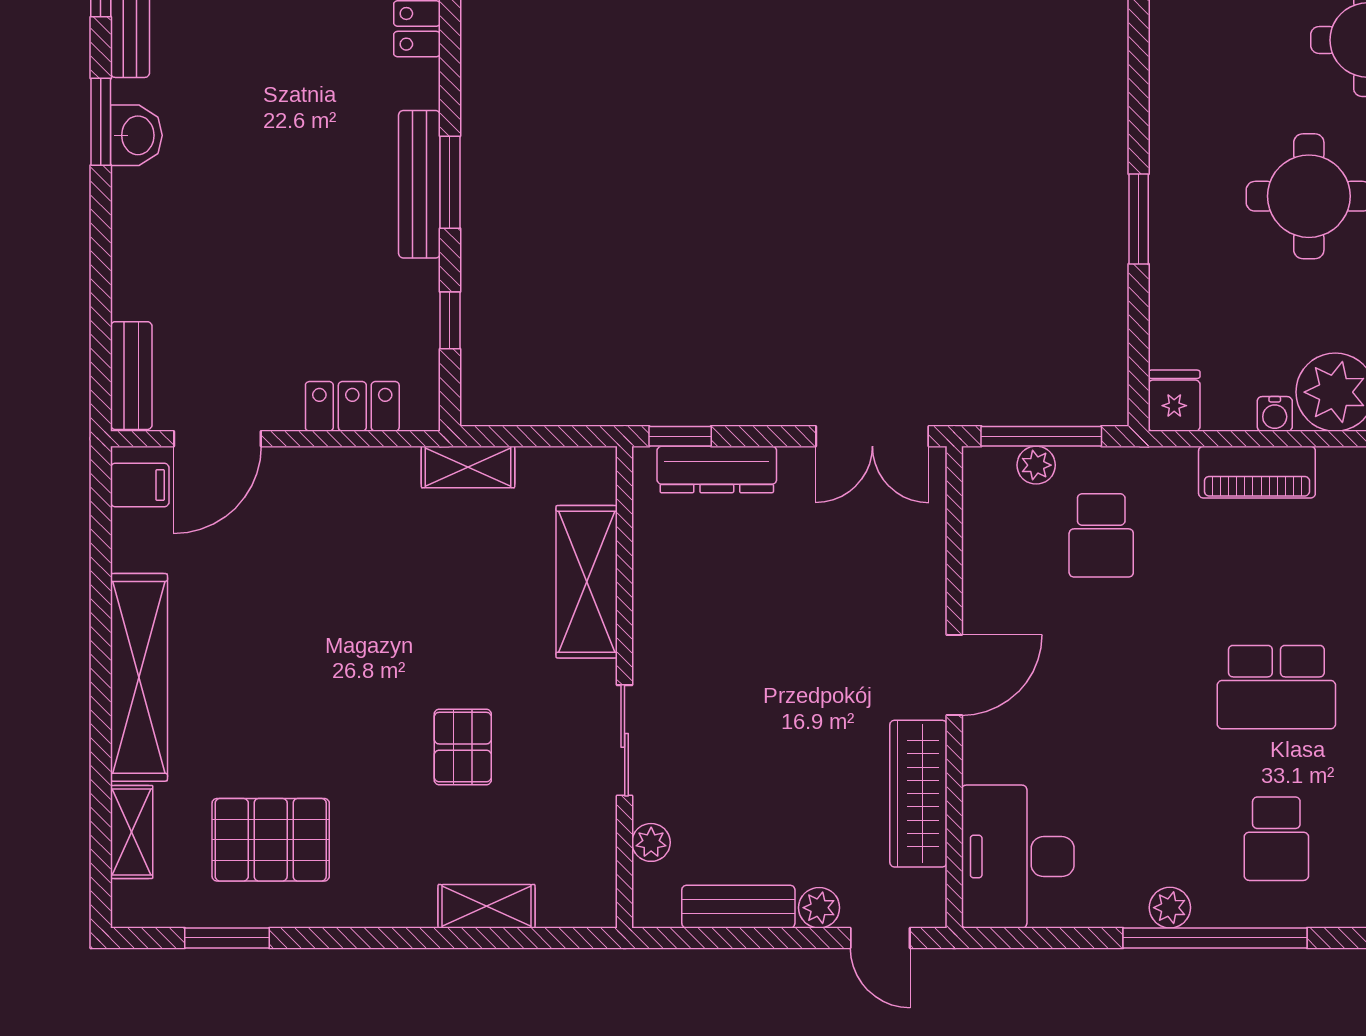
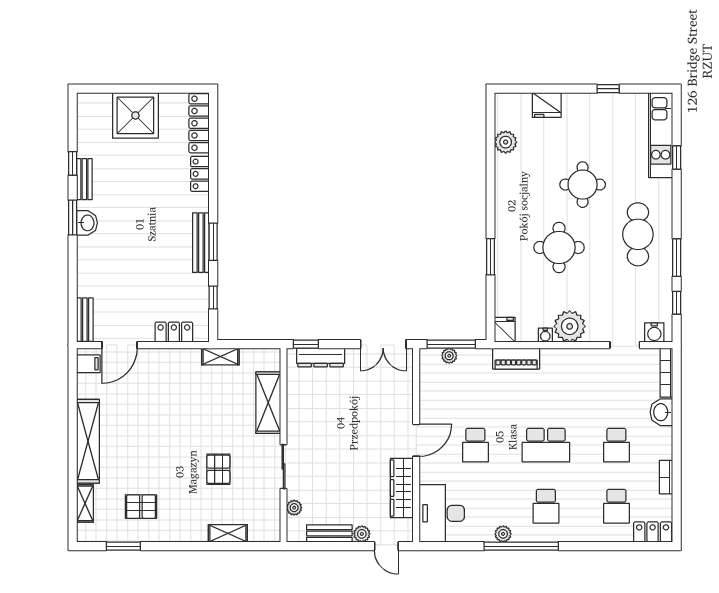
piano: (1257, 472) -> (516, 359), moved
school desk: (1101, 535) -> (475, 445), moved
pallet: (271, 840) -> (141, 507), width x0.67, depth x0.71

